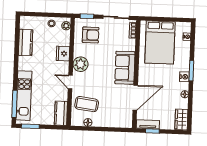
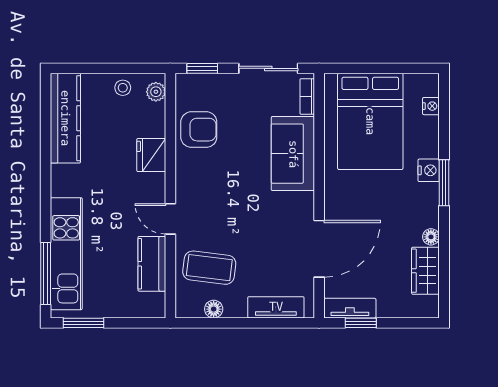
armchair: (91, 35) -> (199, 130), moved
kitchen counter: (26, 42) -> (65, 118), width x1.50
plant: (81, 64) -> (192, 178), removed
sofa: (125, 68) -> (293, 154), moved
nightstand: (184, 77) -> (429, 170), moved
kitchen counter: (61, 113) -> (152, 264), moved
wardrobe: (181, 120) -> (425, 271), moved
tv unit: (115, 123) -> (276, 307), added

